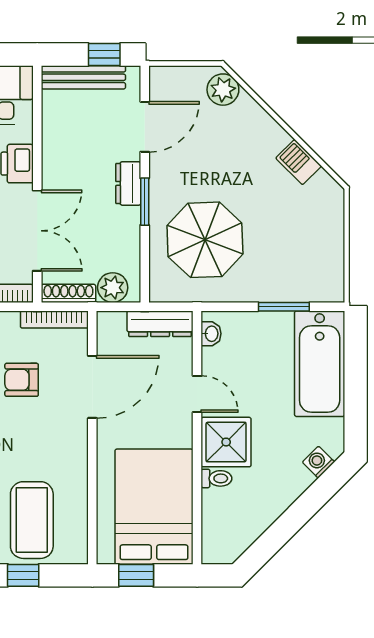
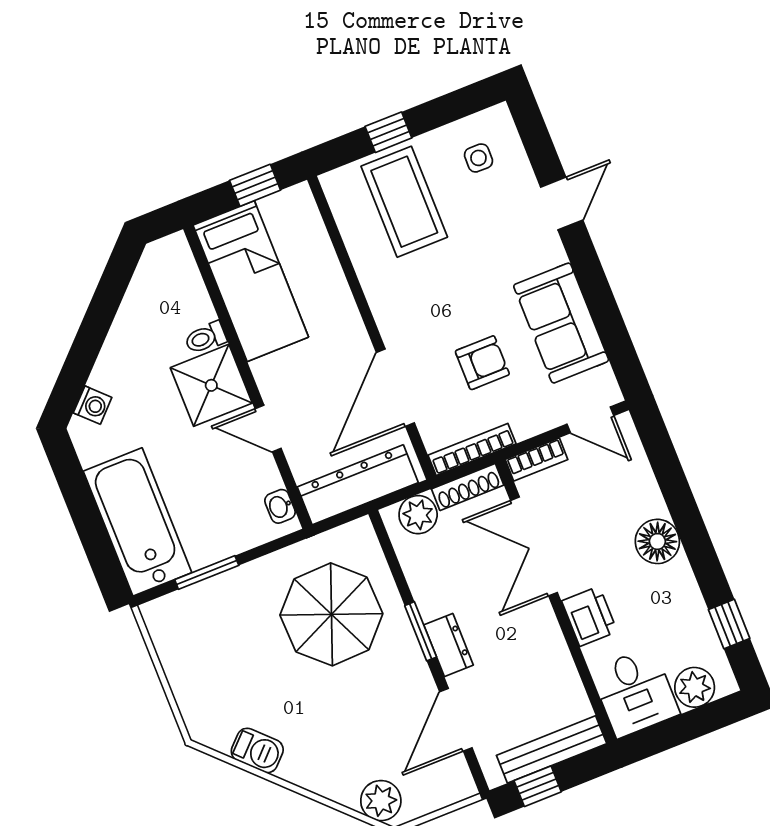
dresser: (160, 324) -> (358, 485), width x1.37, depth x1.24
bed: (154, 507) -> (251, 281), width x0.67

